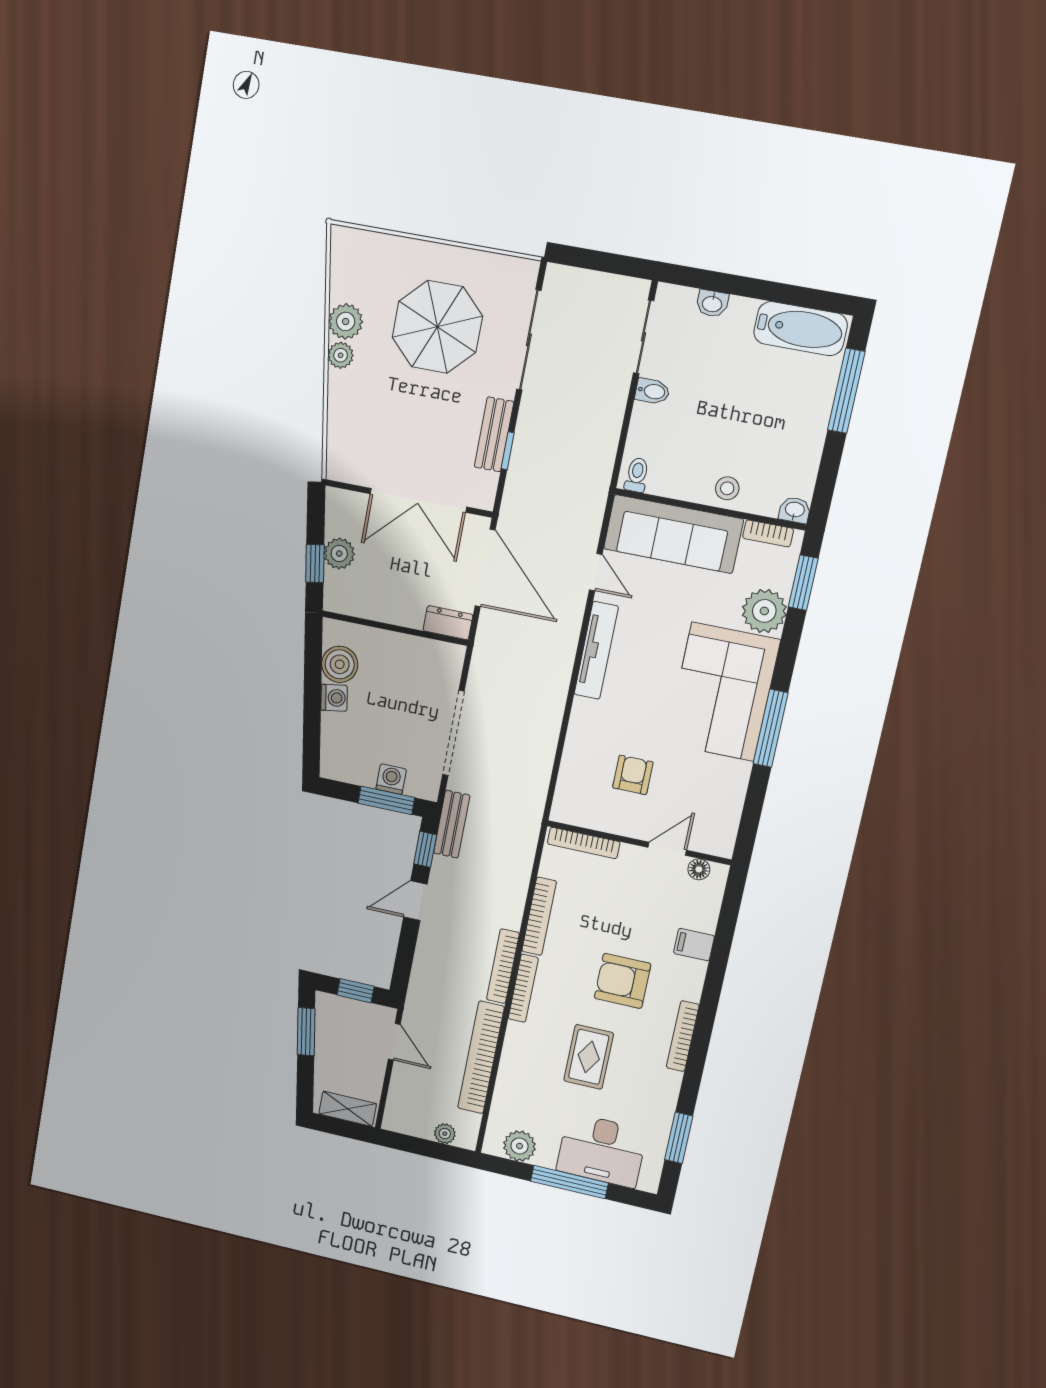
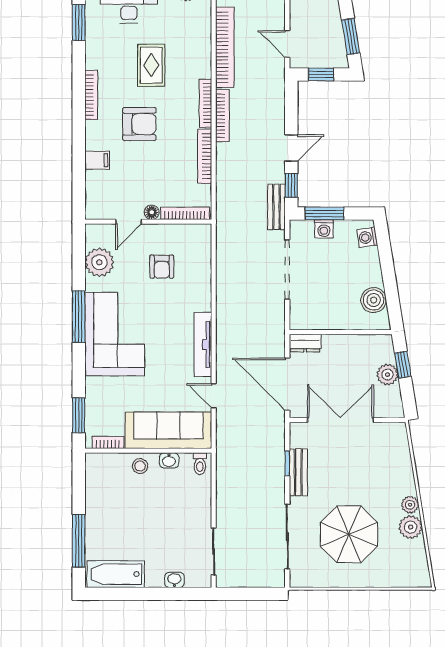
bidet: (652, 391) -> (201, 519), removed
washbasin: (795, 510) -> (169, 460), moved
plant: (764, 611) -> (99, 262), moved
washing machine: (334, 698) -> (367, 237), moved
floor lamp: (699, 869) -> (152, 212), moved

